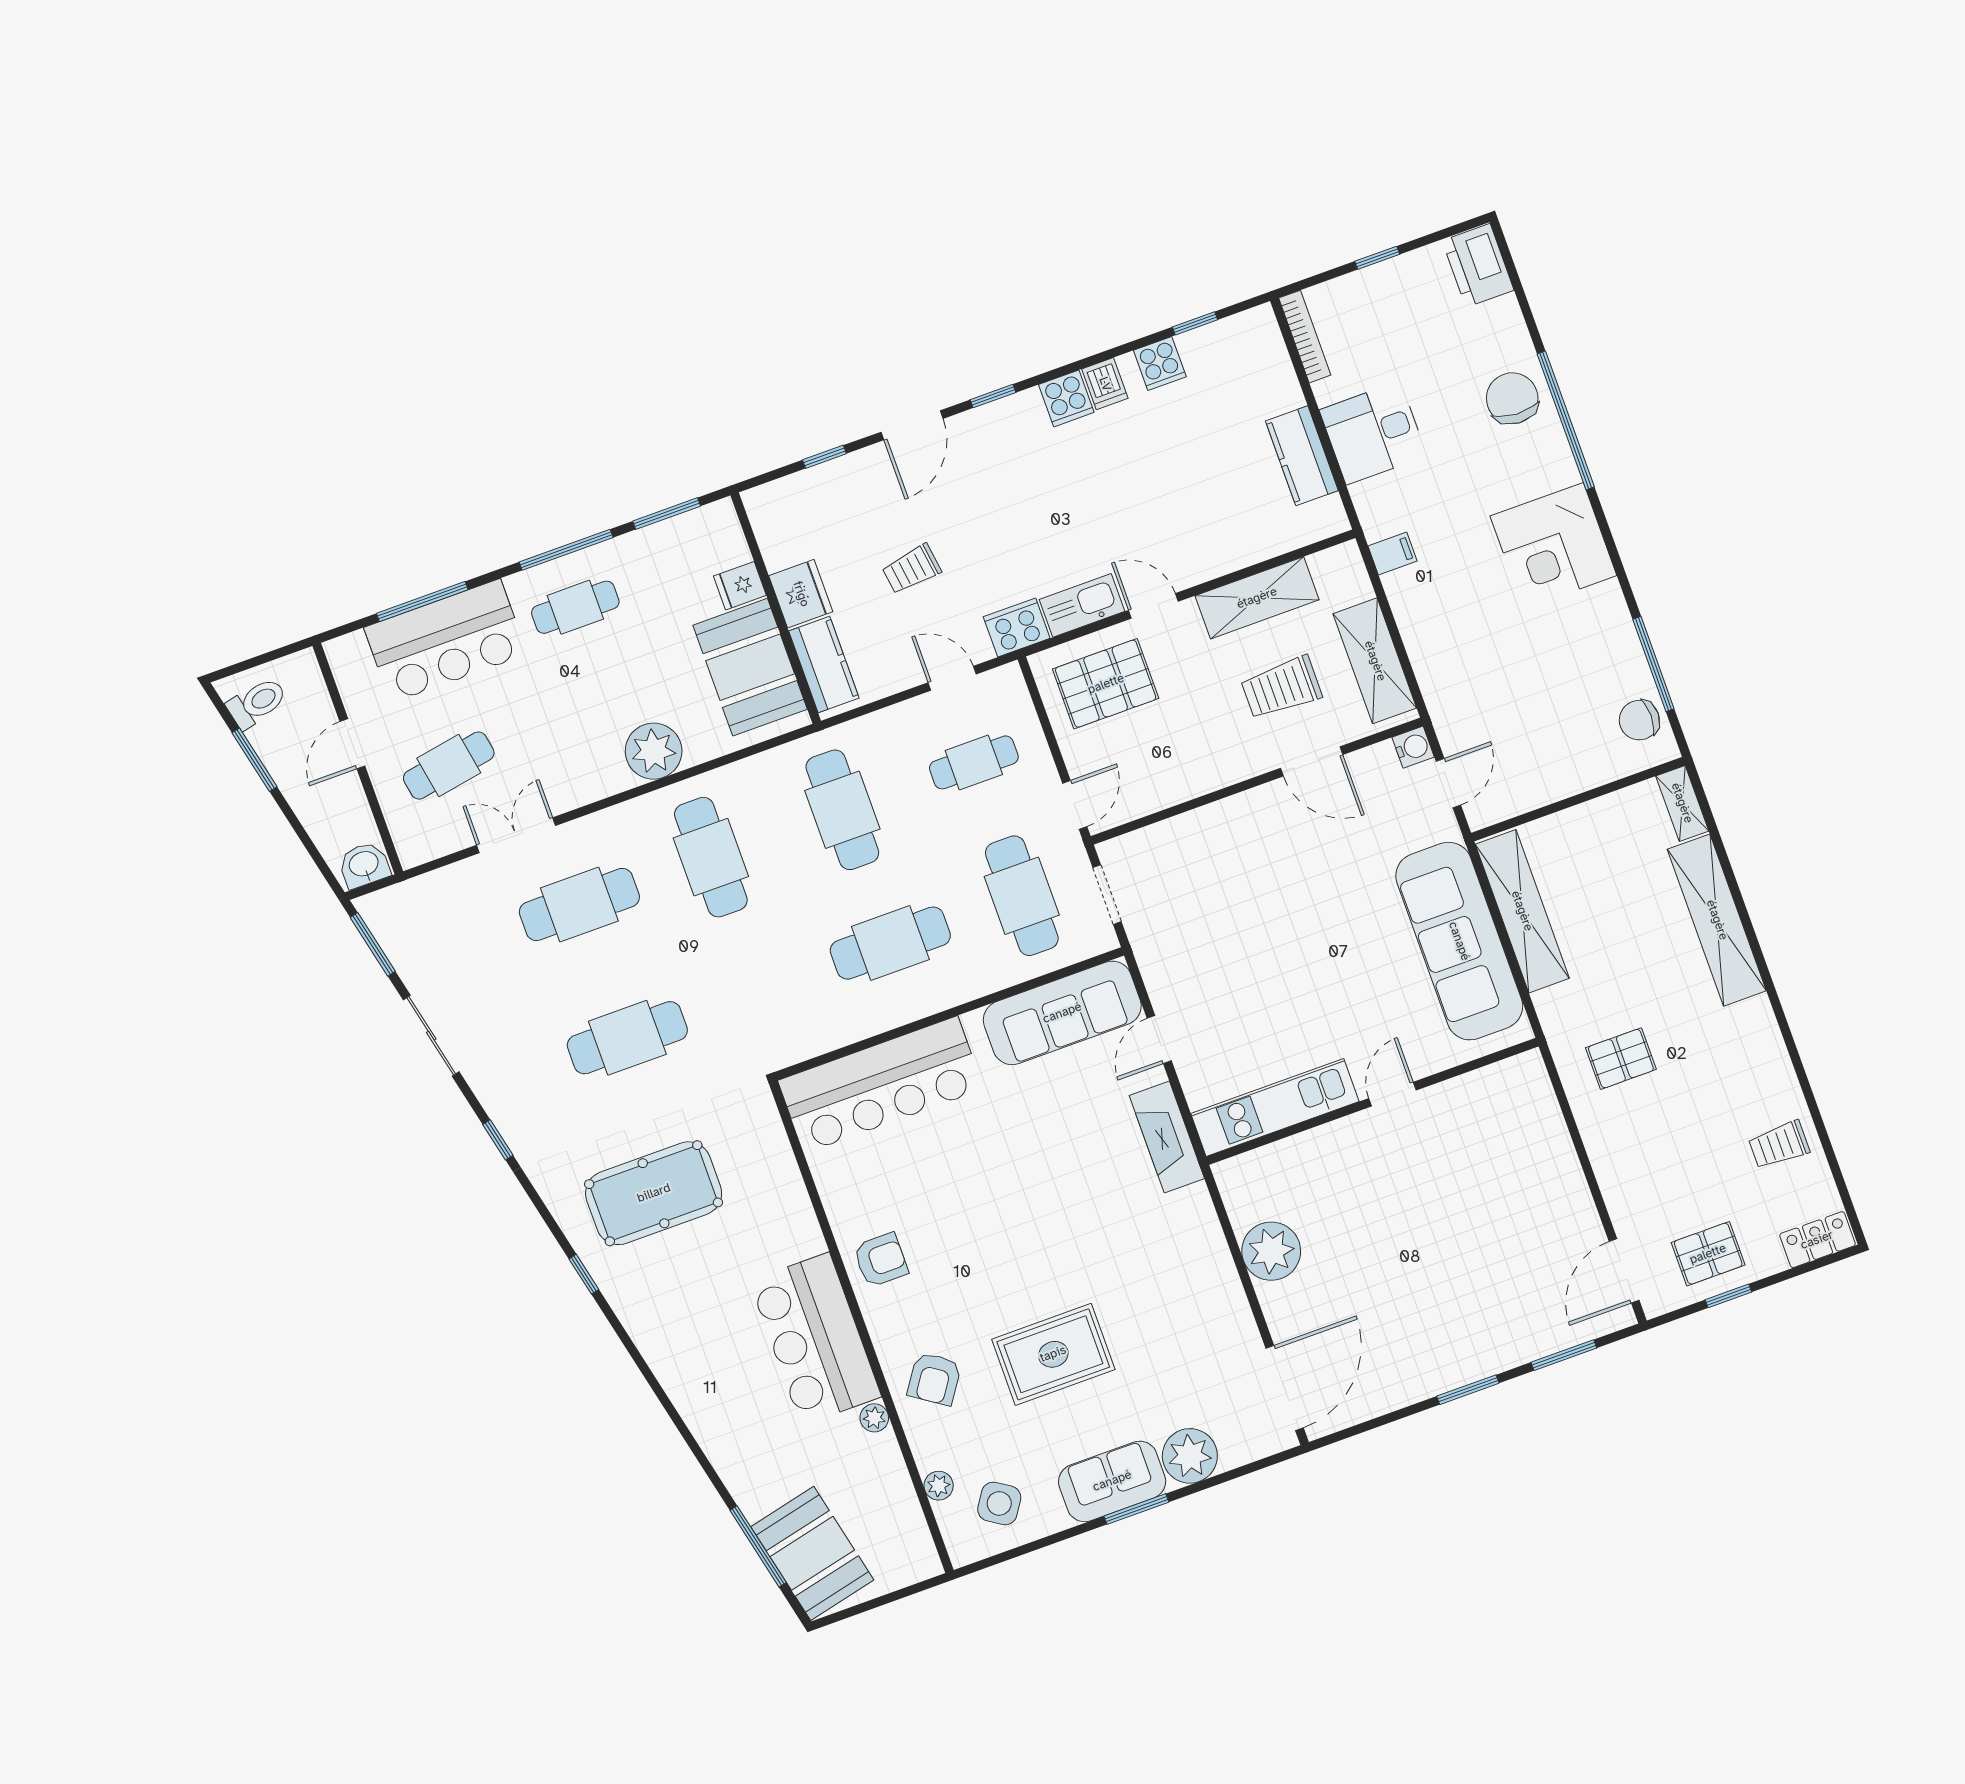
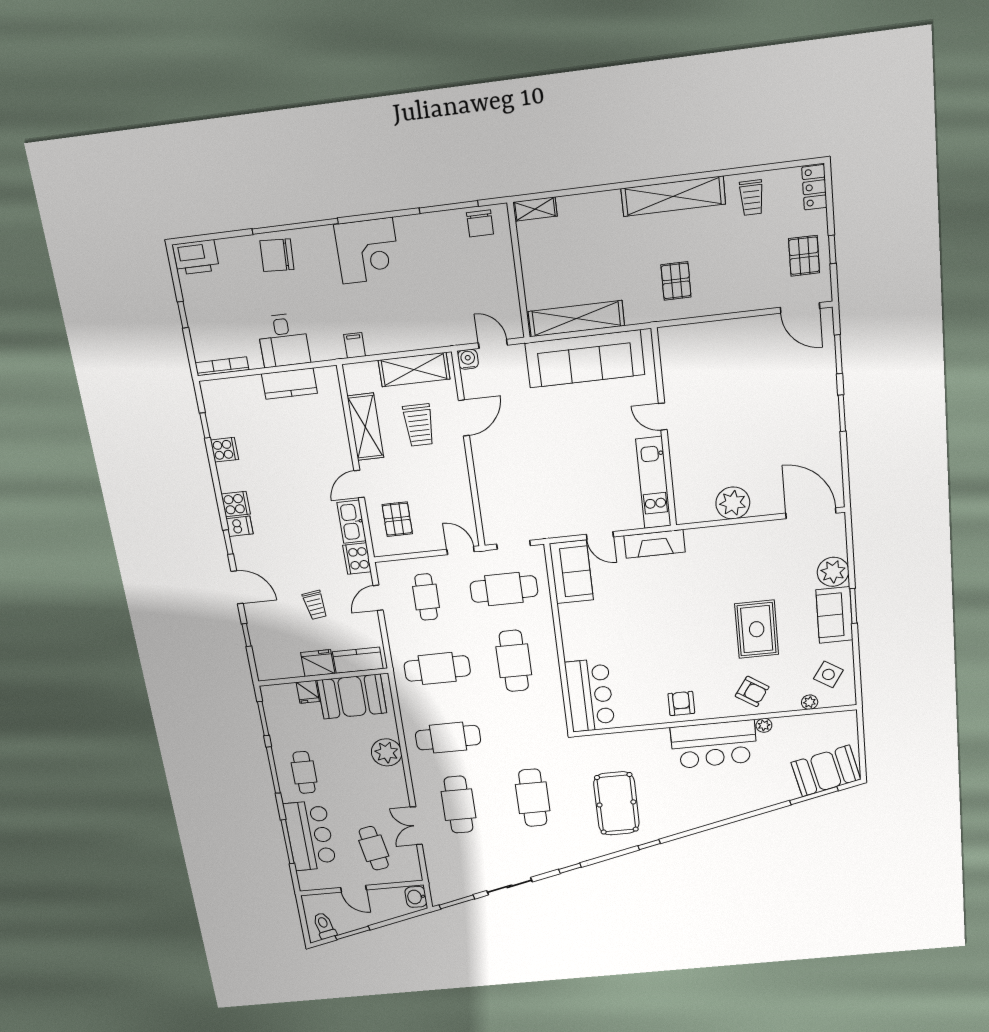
dishwasher: (1105, 384) -> (240, 526), moved
pallet: (1106, 684) -> (397, 519), width x0.67, depth x0.71
shelving: (1717, 920) -> (673, 196), moved
sofa: (1062, 1013) -> (571, 572), width x0.73
bar counter: (881, 1085) -> (590, 695), width x0.73

